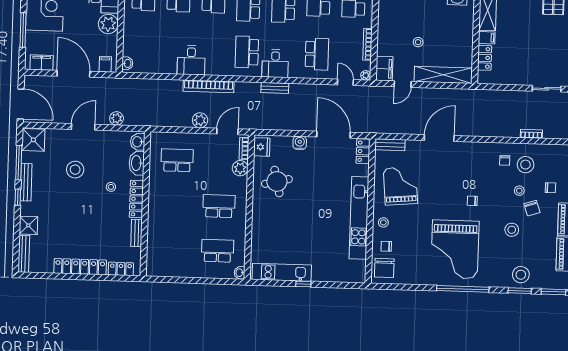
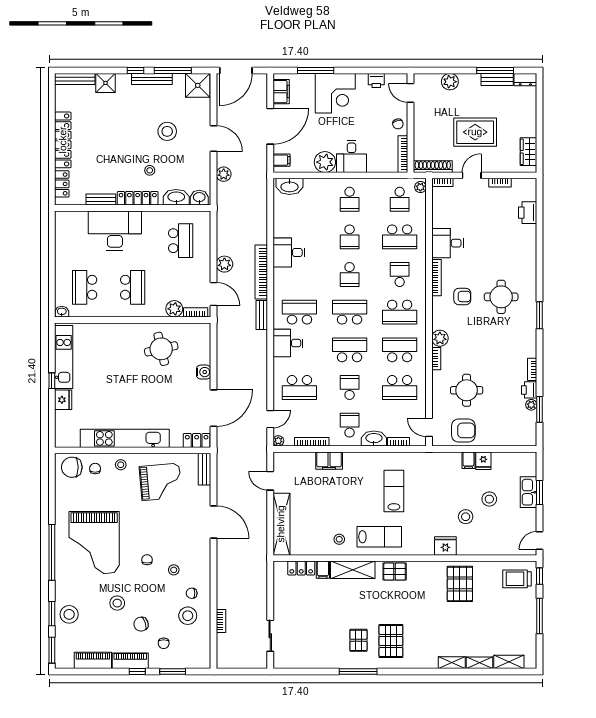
stool: (418, 42) -> (339, 539), moved
washbasin: (127, 63) -> (290, 186), width x1.91, depth x1.45
filing cabinet: (384, 69) -> (329, 461), moved
bench: (275, 88) -> (262, 315), moved
fridge: (262, 147) -> (63, 400), moved, turned -90
stool: (519, 191) -> (174, 570), moved
desk: (166, 221) -> (115, 231), added
grand piano: (455, 249) -> (94, 543), turned -90
school desk: (218, 251) -> (85, 287), turned 180

